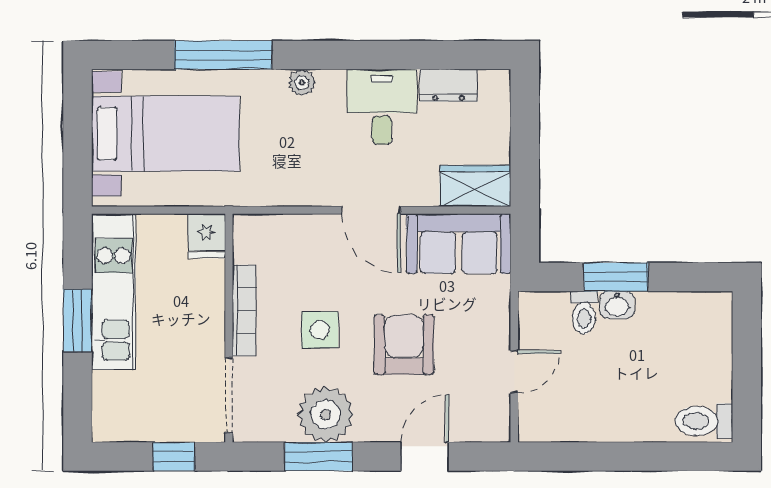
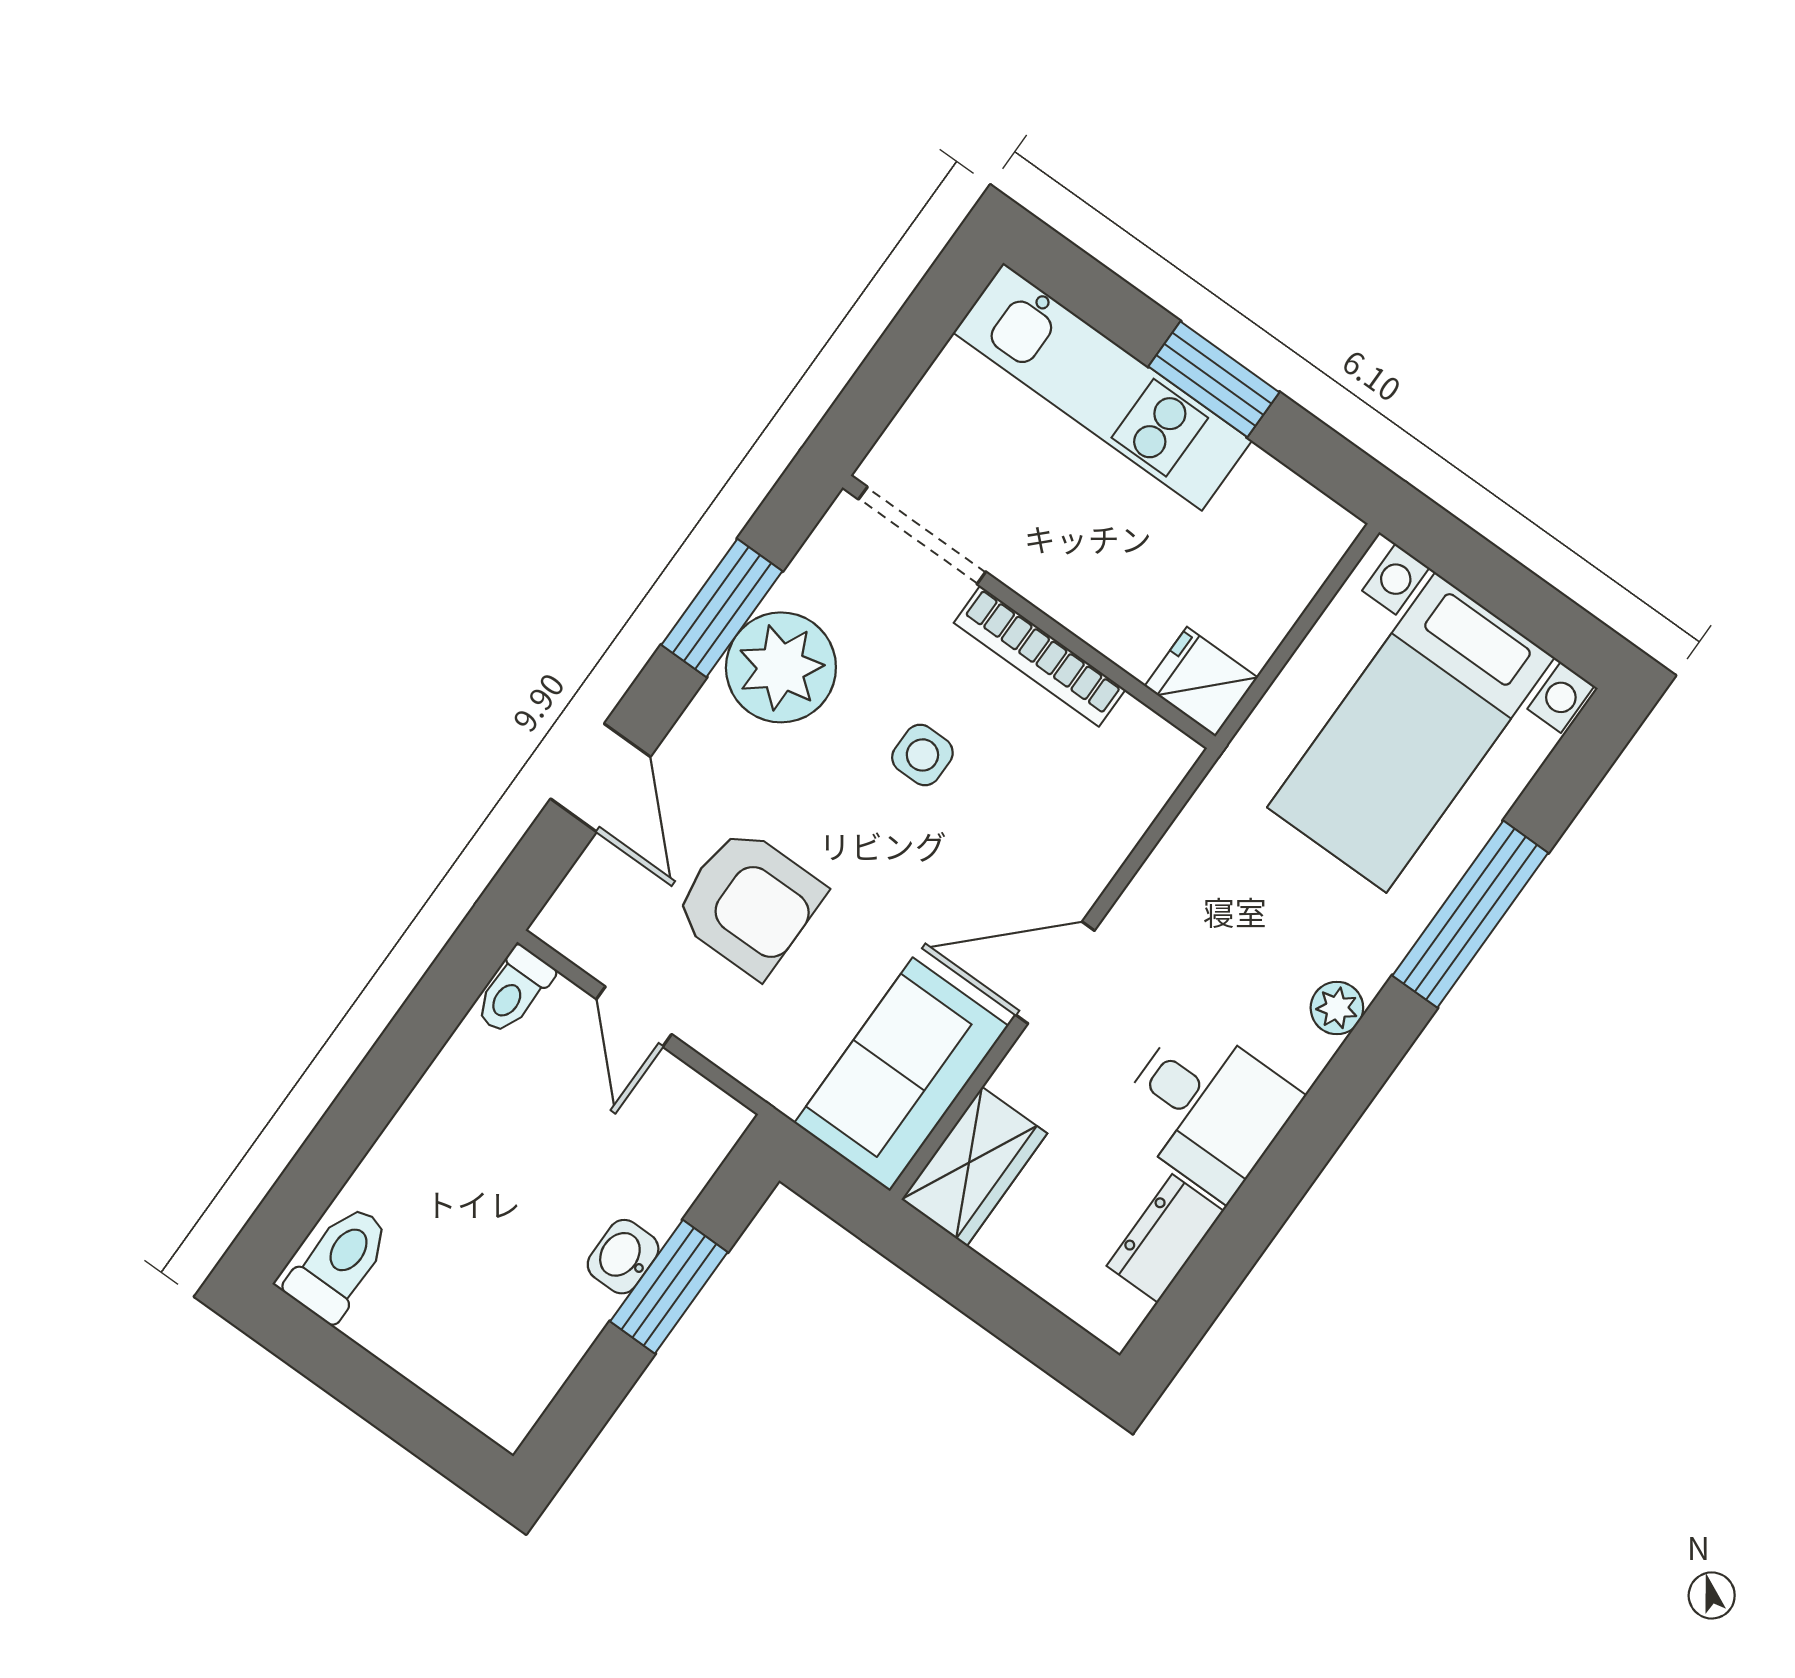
kitchen unit: (114, 292) -> (1103, 387), moved
toilet: (584, 313) -> (514, 991), moved, turned -90
side table: (320, 330) -> (922, 755), width x0.73, depth x0.73
armchair: (404, 345) -> (749, 902), moved
window: (174, 457) -> (887, 377), removed

